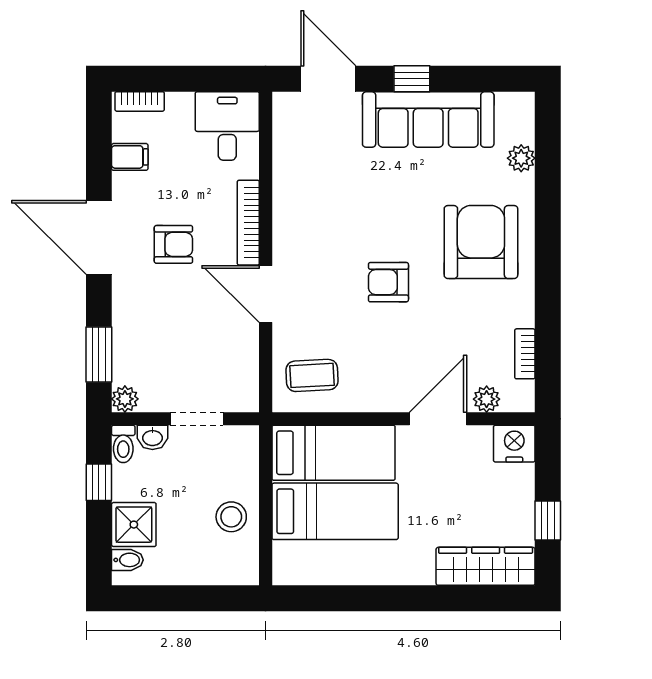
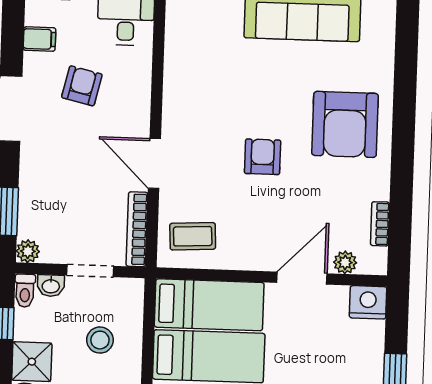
plant: (521, 158) -> (383, 52), removed
bookcase: (248, 223) -> (137, 229), moved
armchair: (481, 242) -> (345, 124), turned 180
armchair: (173, 244) -> (82, 86), moved, turned -77
armchair: (388, 282) -> (263, 157), turned 90
stool: (231, 517) -> (100, 340), moved

